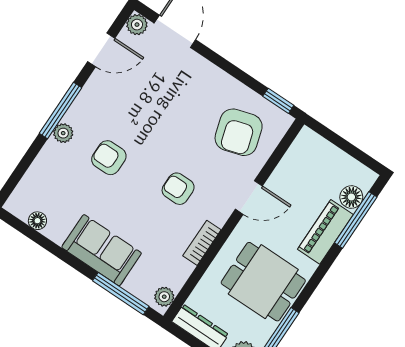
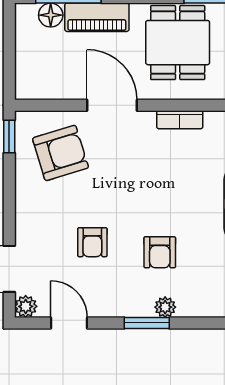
window: (61, 110) -> (147, 323), width x0.69
armchair: (178, 189) -> (92, 242), moved
door: (249, 198) -> (112, 105), width x1.37

